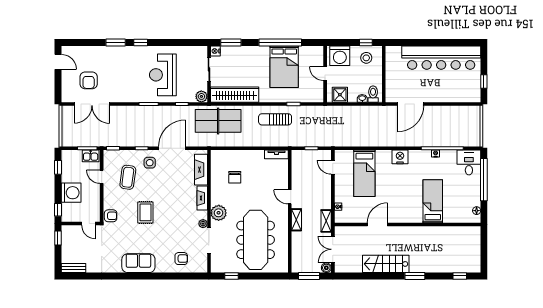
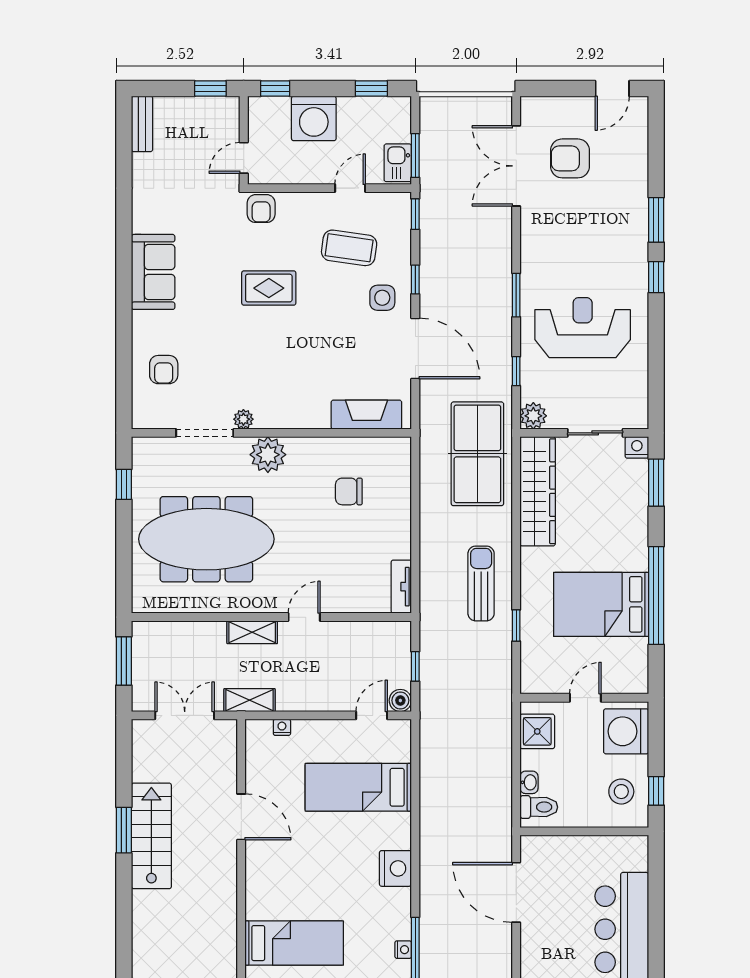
fireplace: (202, 198) -> (302, 417), removed
boiler: (326, 268) -> (400, 700), moved
window: (415, 276) -> (124, 830), moved

